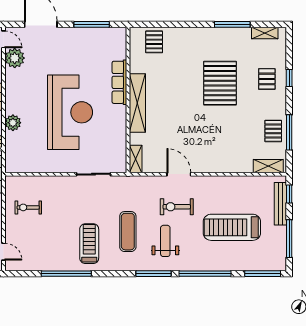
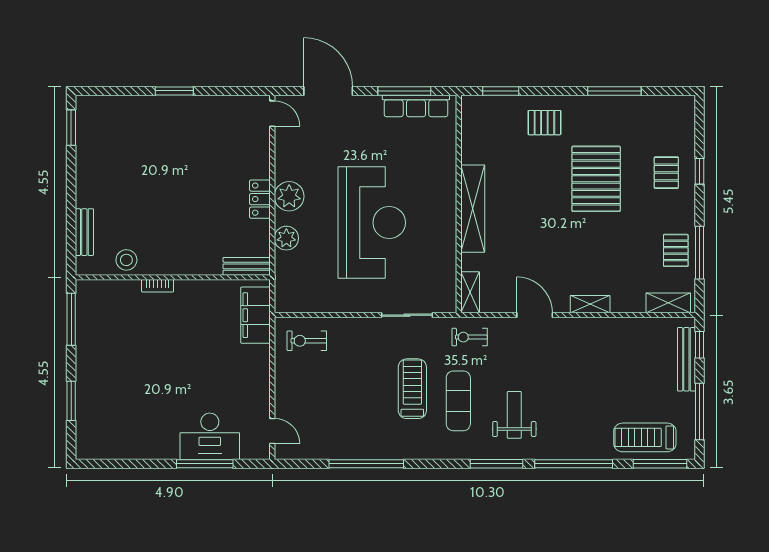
window: (156, 24) -> (501, 91), added
shelving: (265, 33) -> (590, 304), moved
pallet: (154, 42) -> (544, 123), moved, turned 90
plant: (15, 58) -> (289, 196), moved
row of seats: (119, 82) -> (416, 106), moved, turned -90
exercise bike: (28, 207) -> (307, 341), moved
exercise bike: (177, 207) -> (470, 337), moved, width x0.73, depth x0.72
treadmill: (232, 227) -> (645, 437), moved, width x0.73, depth x0.73
treadmill: (89, 244) -> (412, 389), moved

